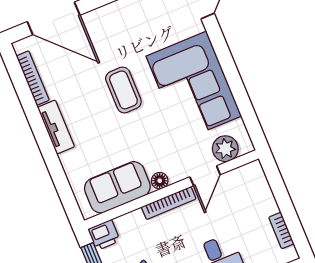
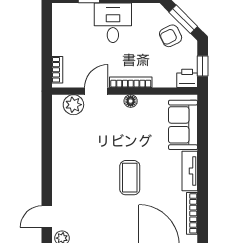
corner sofa: (194, 86) -> (78, 160), removed
sofa: (117, 187) -> (183, 125), moved, turned 90
bookcase: (281, 230) -> (57, 70), moved

